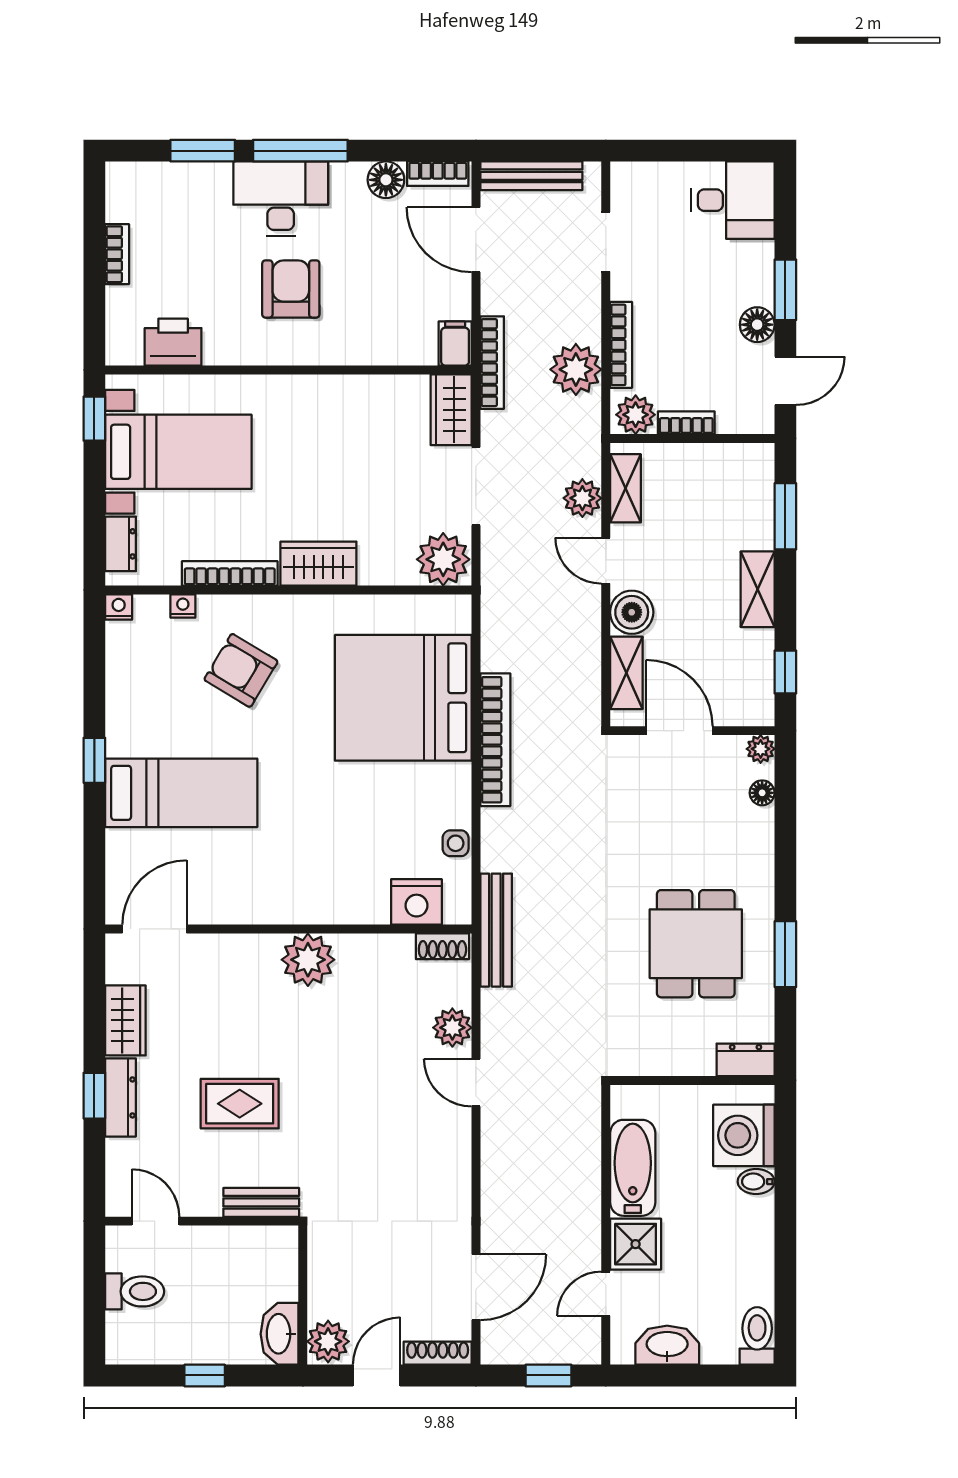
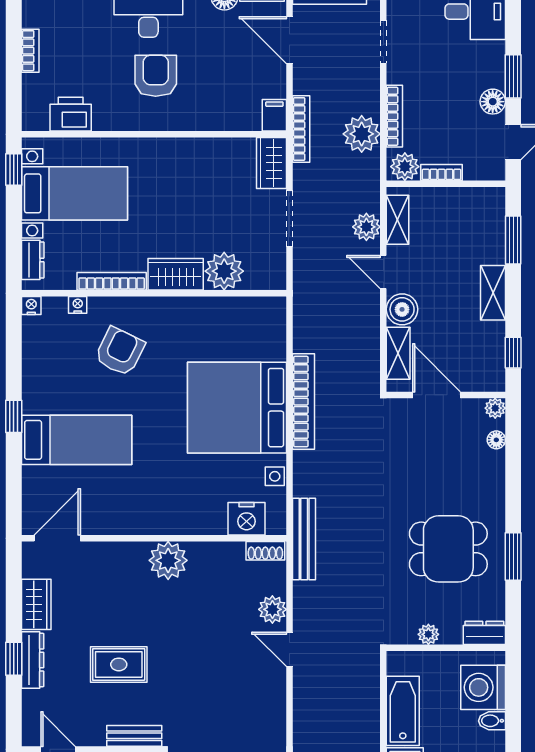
plant: (443, 559) -> (224, 271), moved
armchair: (241, 670) -> (120, 351), turned 85
bed: (403, 698) -> (237, 408), moved
dining table: (696, 944) -> (448, 549), turned 90
plant: (668, 1062) -> (428, 634), added

